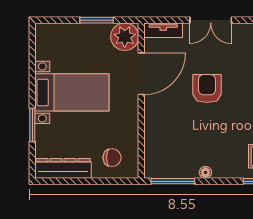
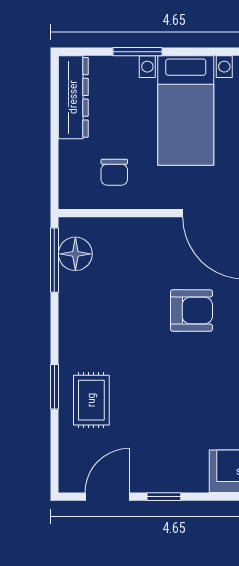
chair: (112, 158) -> (114, 172), moved
floor lamp: (205, 172) -> (75, 254), moved, width x1.89, depth x1.89

